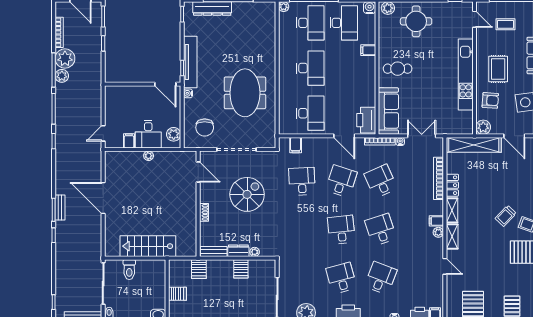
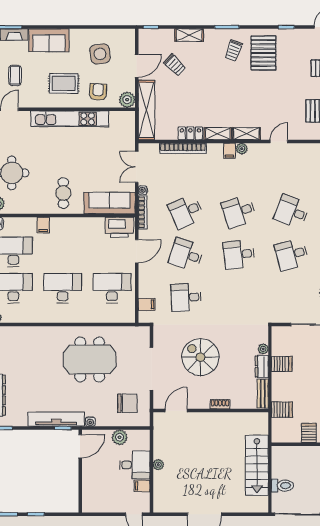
plant: (174, 134) -> (120, 437), moved
trolley: (506, 216) -> (175, 65), moved

